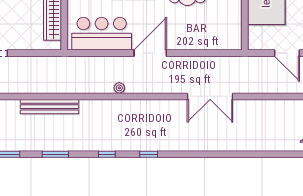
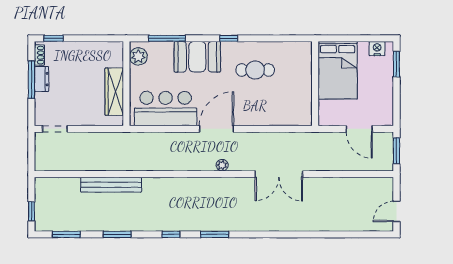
plant: (119, 88) -> (222, 165), moved
window: (149, 154) -> (215, 234), width x1.50

